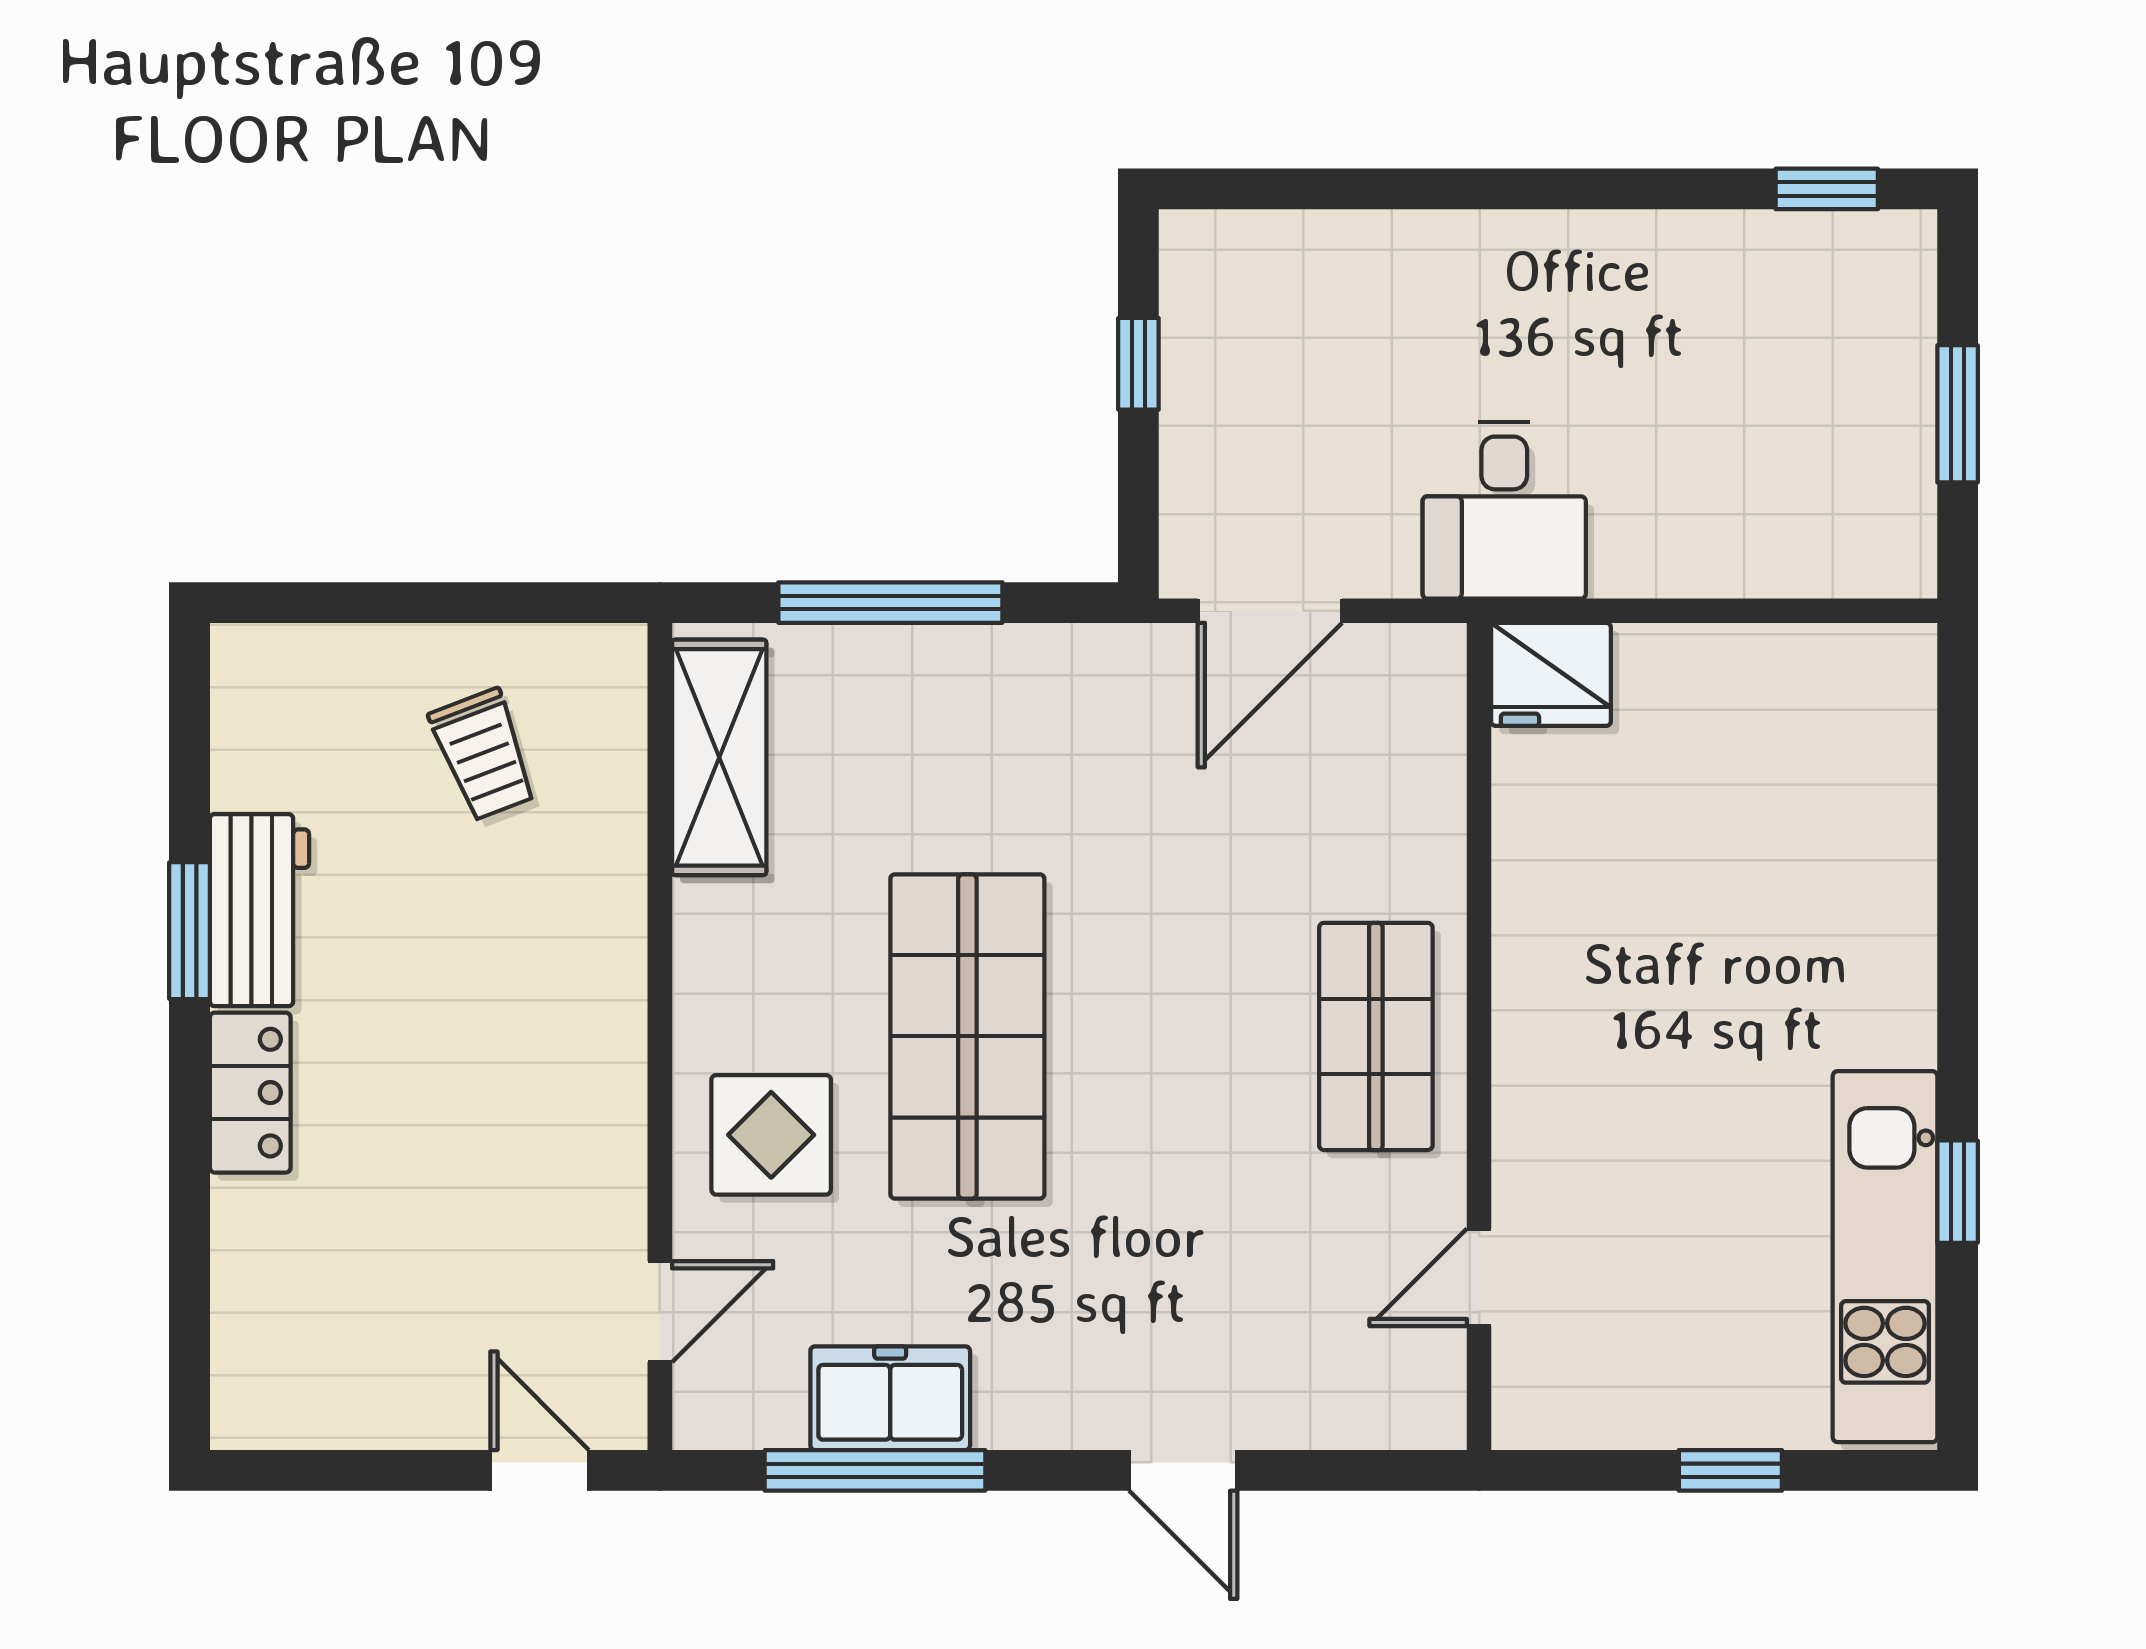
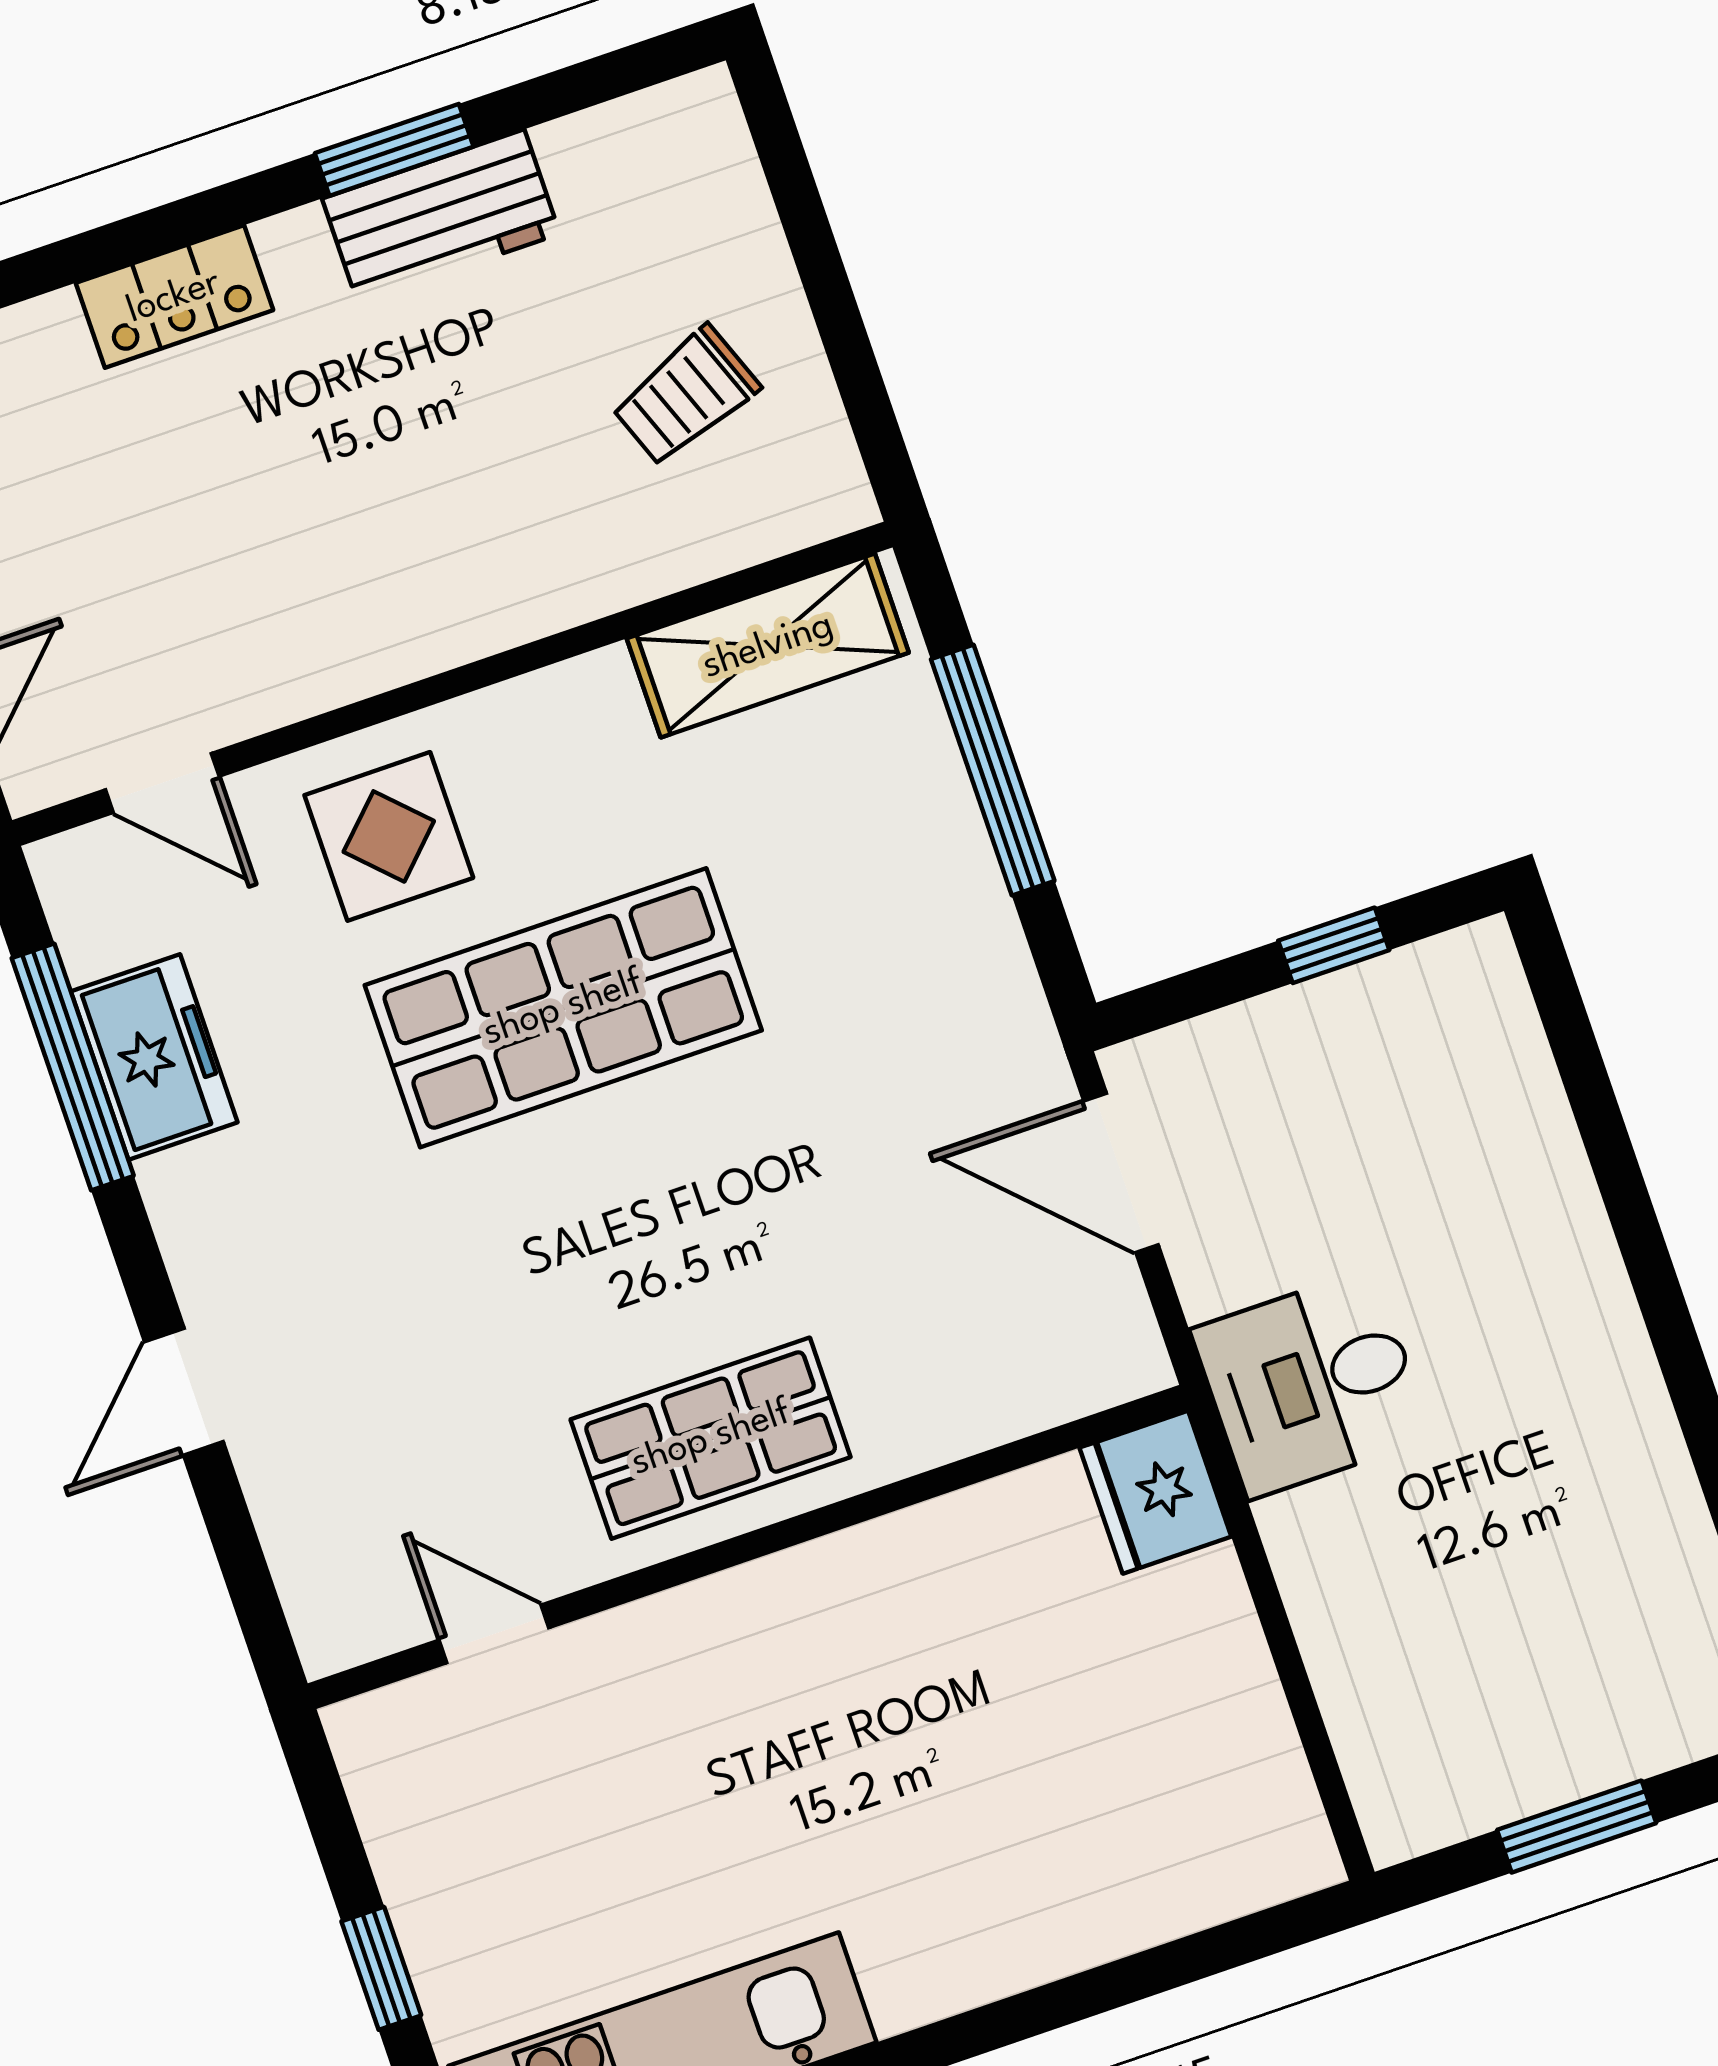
locker: (250, 1093) -> (174, 297), moved

